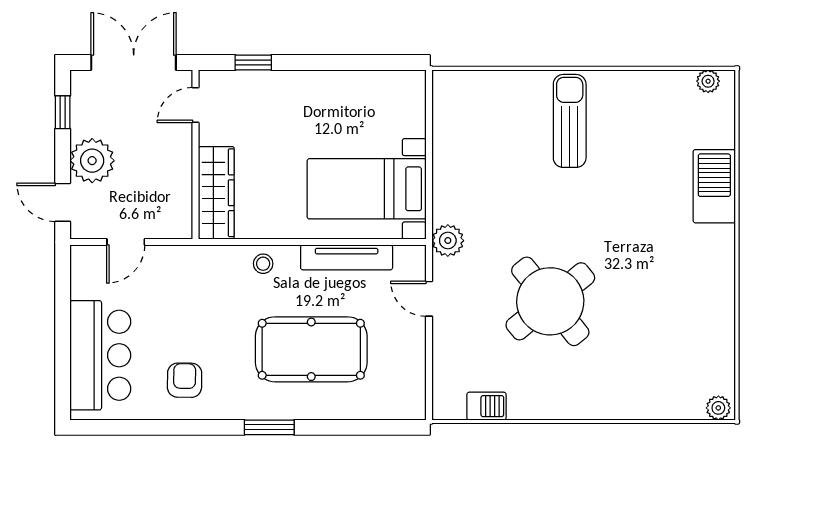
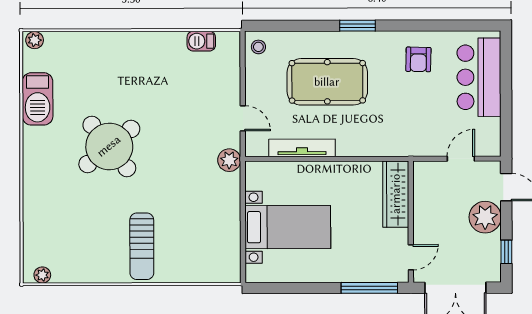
window: (253, 62) -> (369, 288), width x2.17
barbecue: (714, 186) -> (38, 99), moved
bed with nightstands: (367, 189) -> (288, 227), moved
stool: (263, 264) -> (258, 47), moved
round table: (550, 301) -> (109, 146), moved

